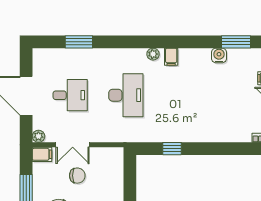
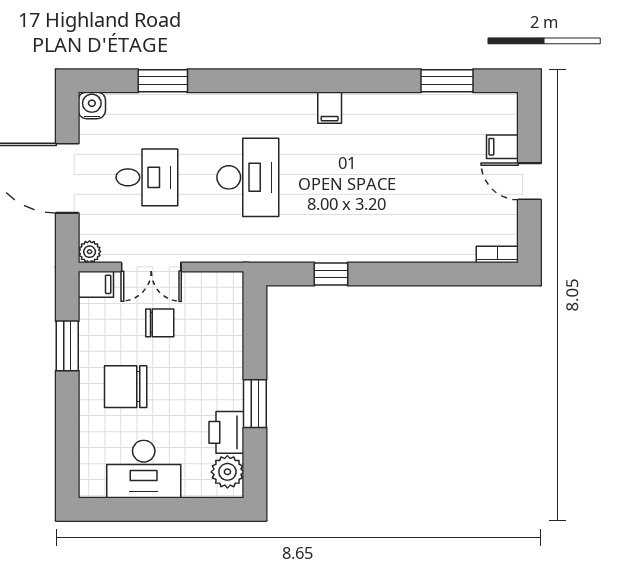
plant: (153, 54) -> (297, 103), removed
water cooler: (219, 55) -> (92, 105), moved

